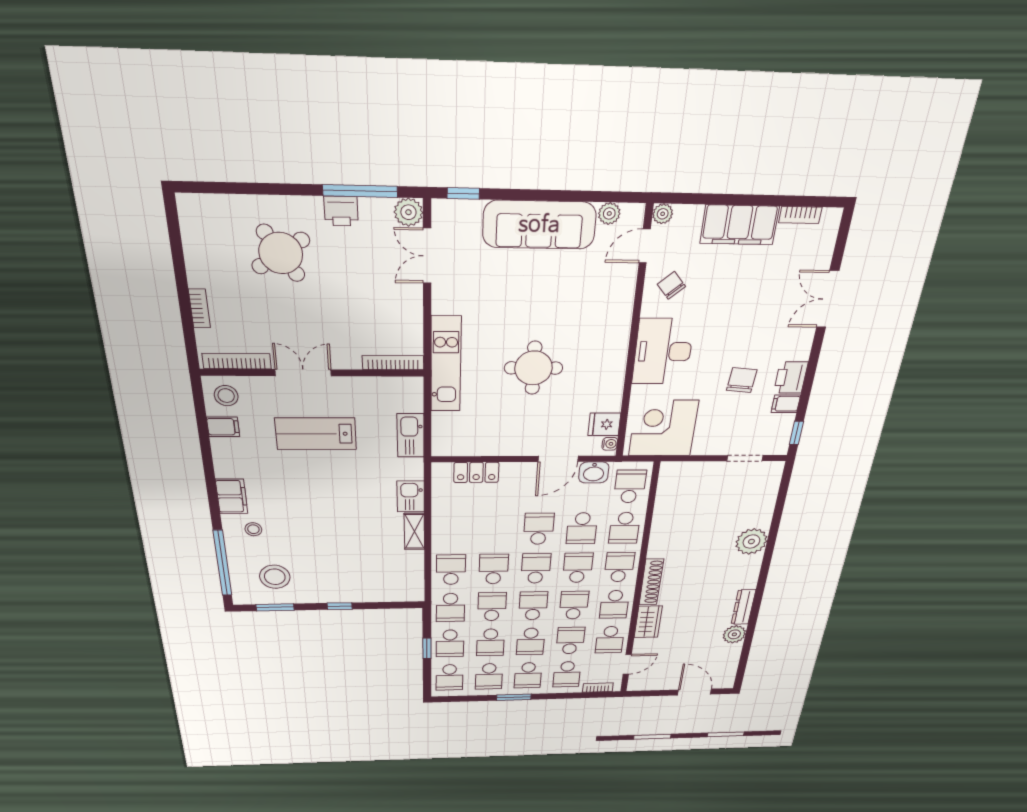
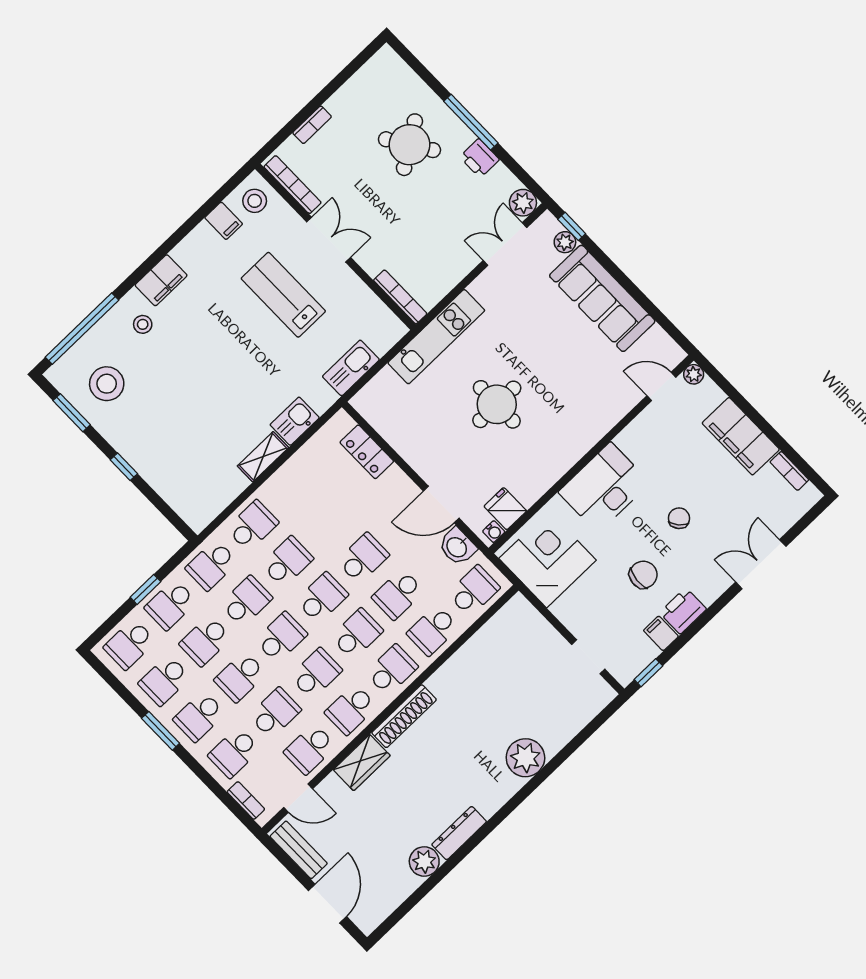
window: (360, 191) -> (471, 122), moved
plant: (609, 213) -> (565, 242), moved
chair: (671, 285) -> (679, 518), moved
bench: (653, 684) -> (299, 850), added

